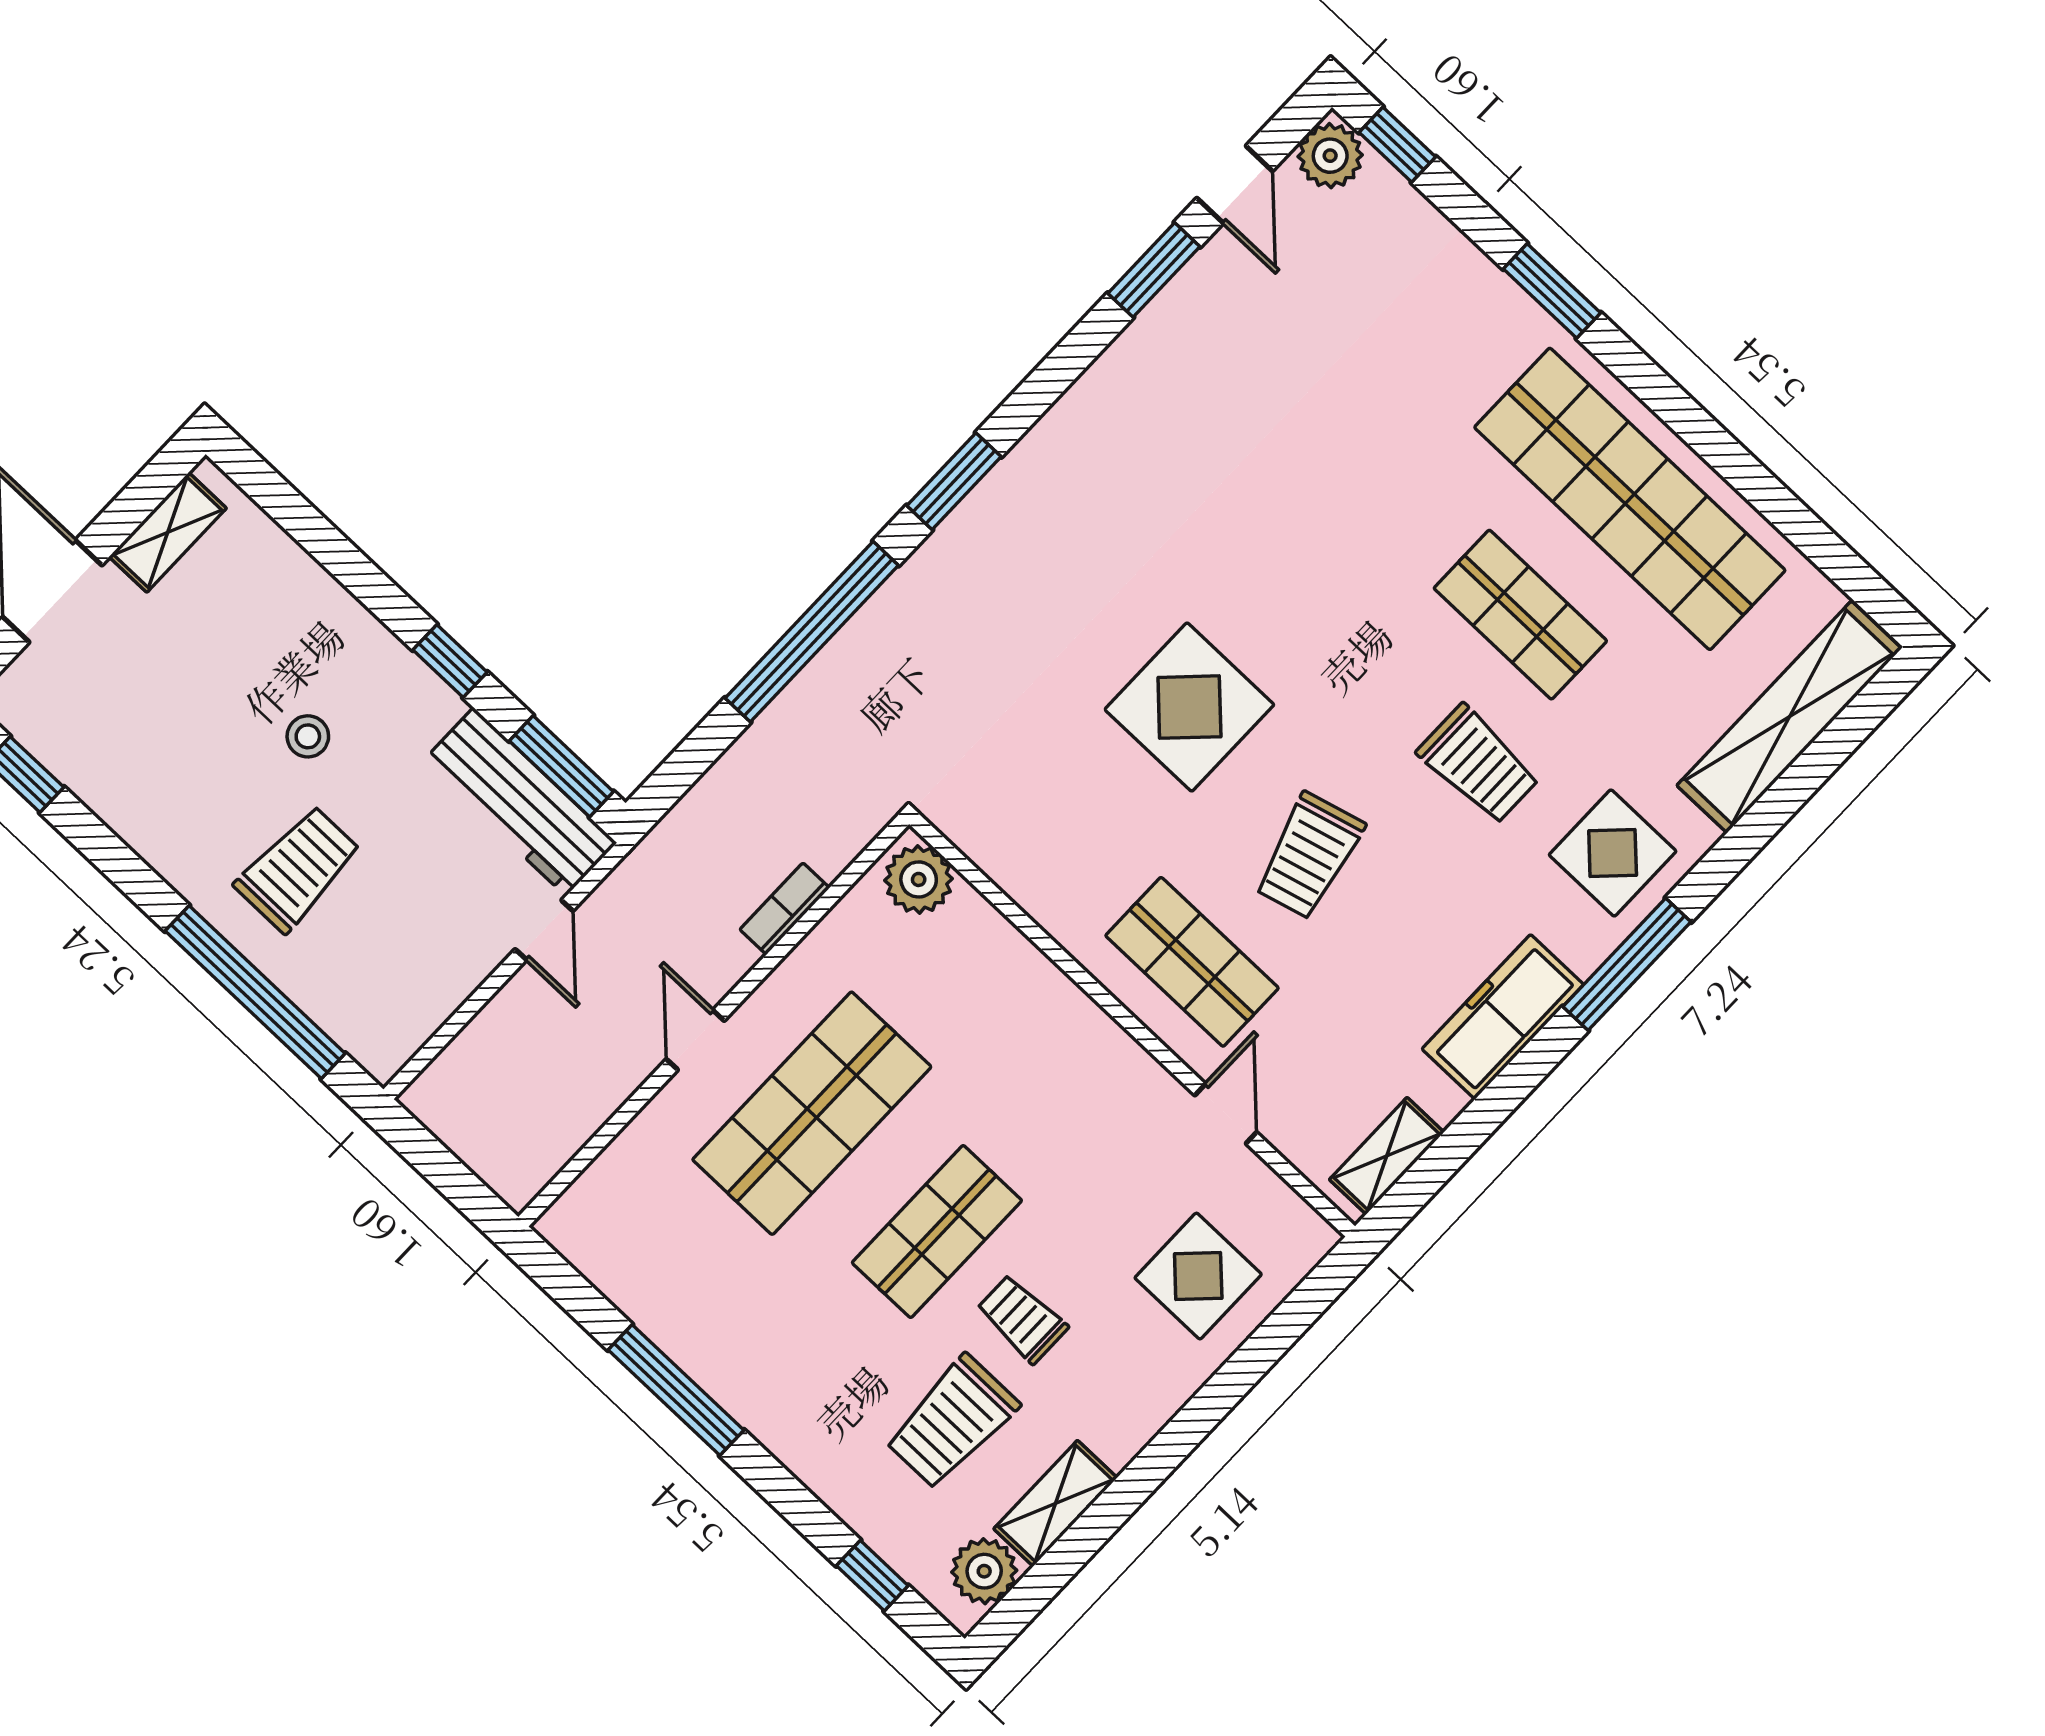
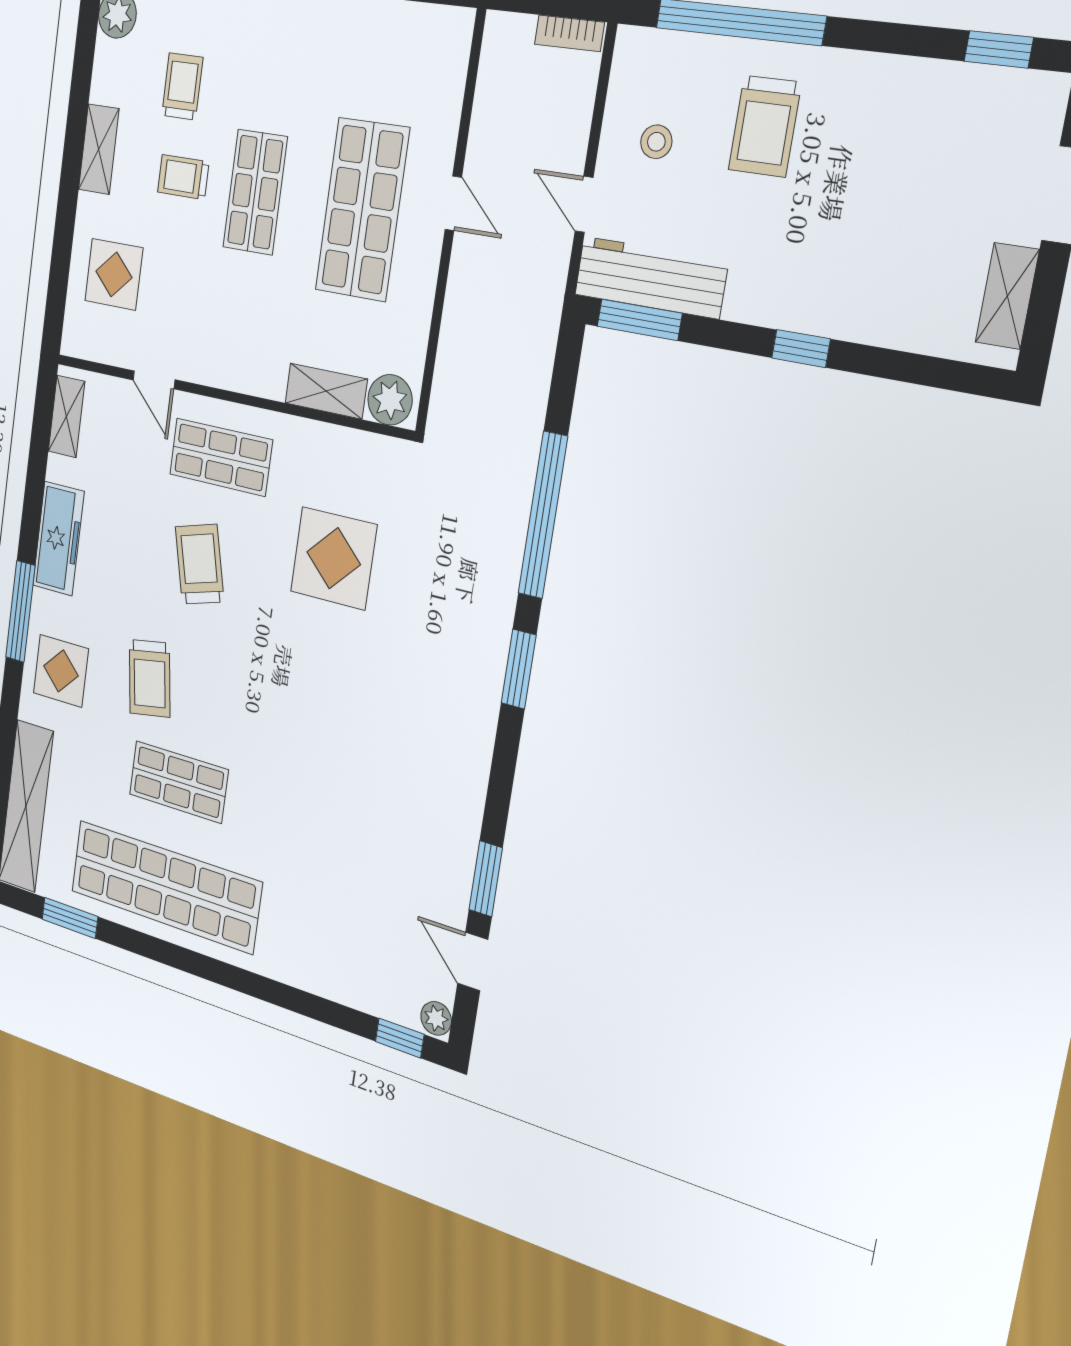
plant: (1330, 156) -> (436, 1018), width x0.73, depth x0.73
window: (1552, 291) -> (70, 918), moved
window: (450, 661) -> (801, 348), moved
display table: (1189, 707) -> (334, 558), moved
stool: (308, 736) -> (656, 142), moved
trolley: (1478, 764) -> (150, 678), turned -99
bookcase: (785, 909) -> (569, 33), moved, turned 90
shelving: (996, 944) -> (326, 391), added
trolley: (1022, 1319) -> (183, 177), turned 180
trolley: (952, 1422) -> (182, 86), width x0.73, depth x0.72
shelving: (1055, 1503) -> (99, 149), moved

